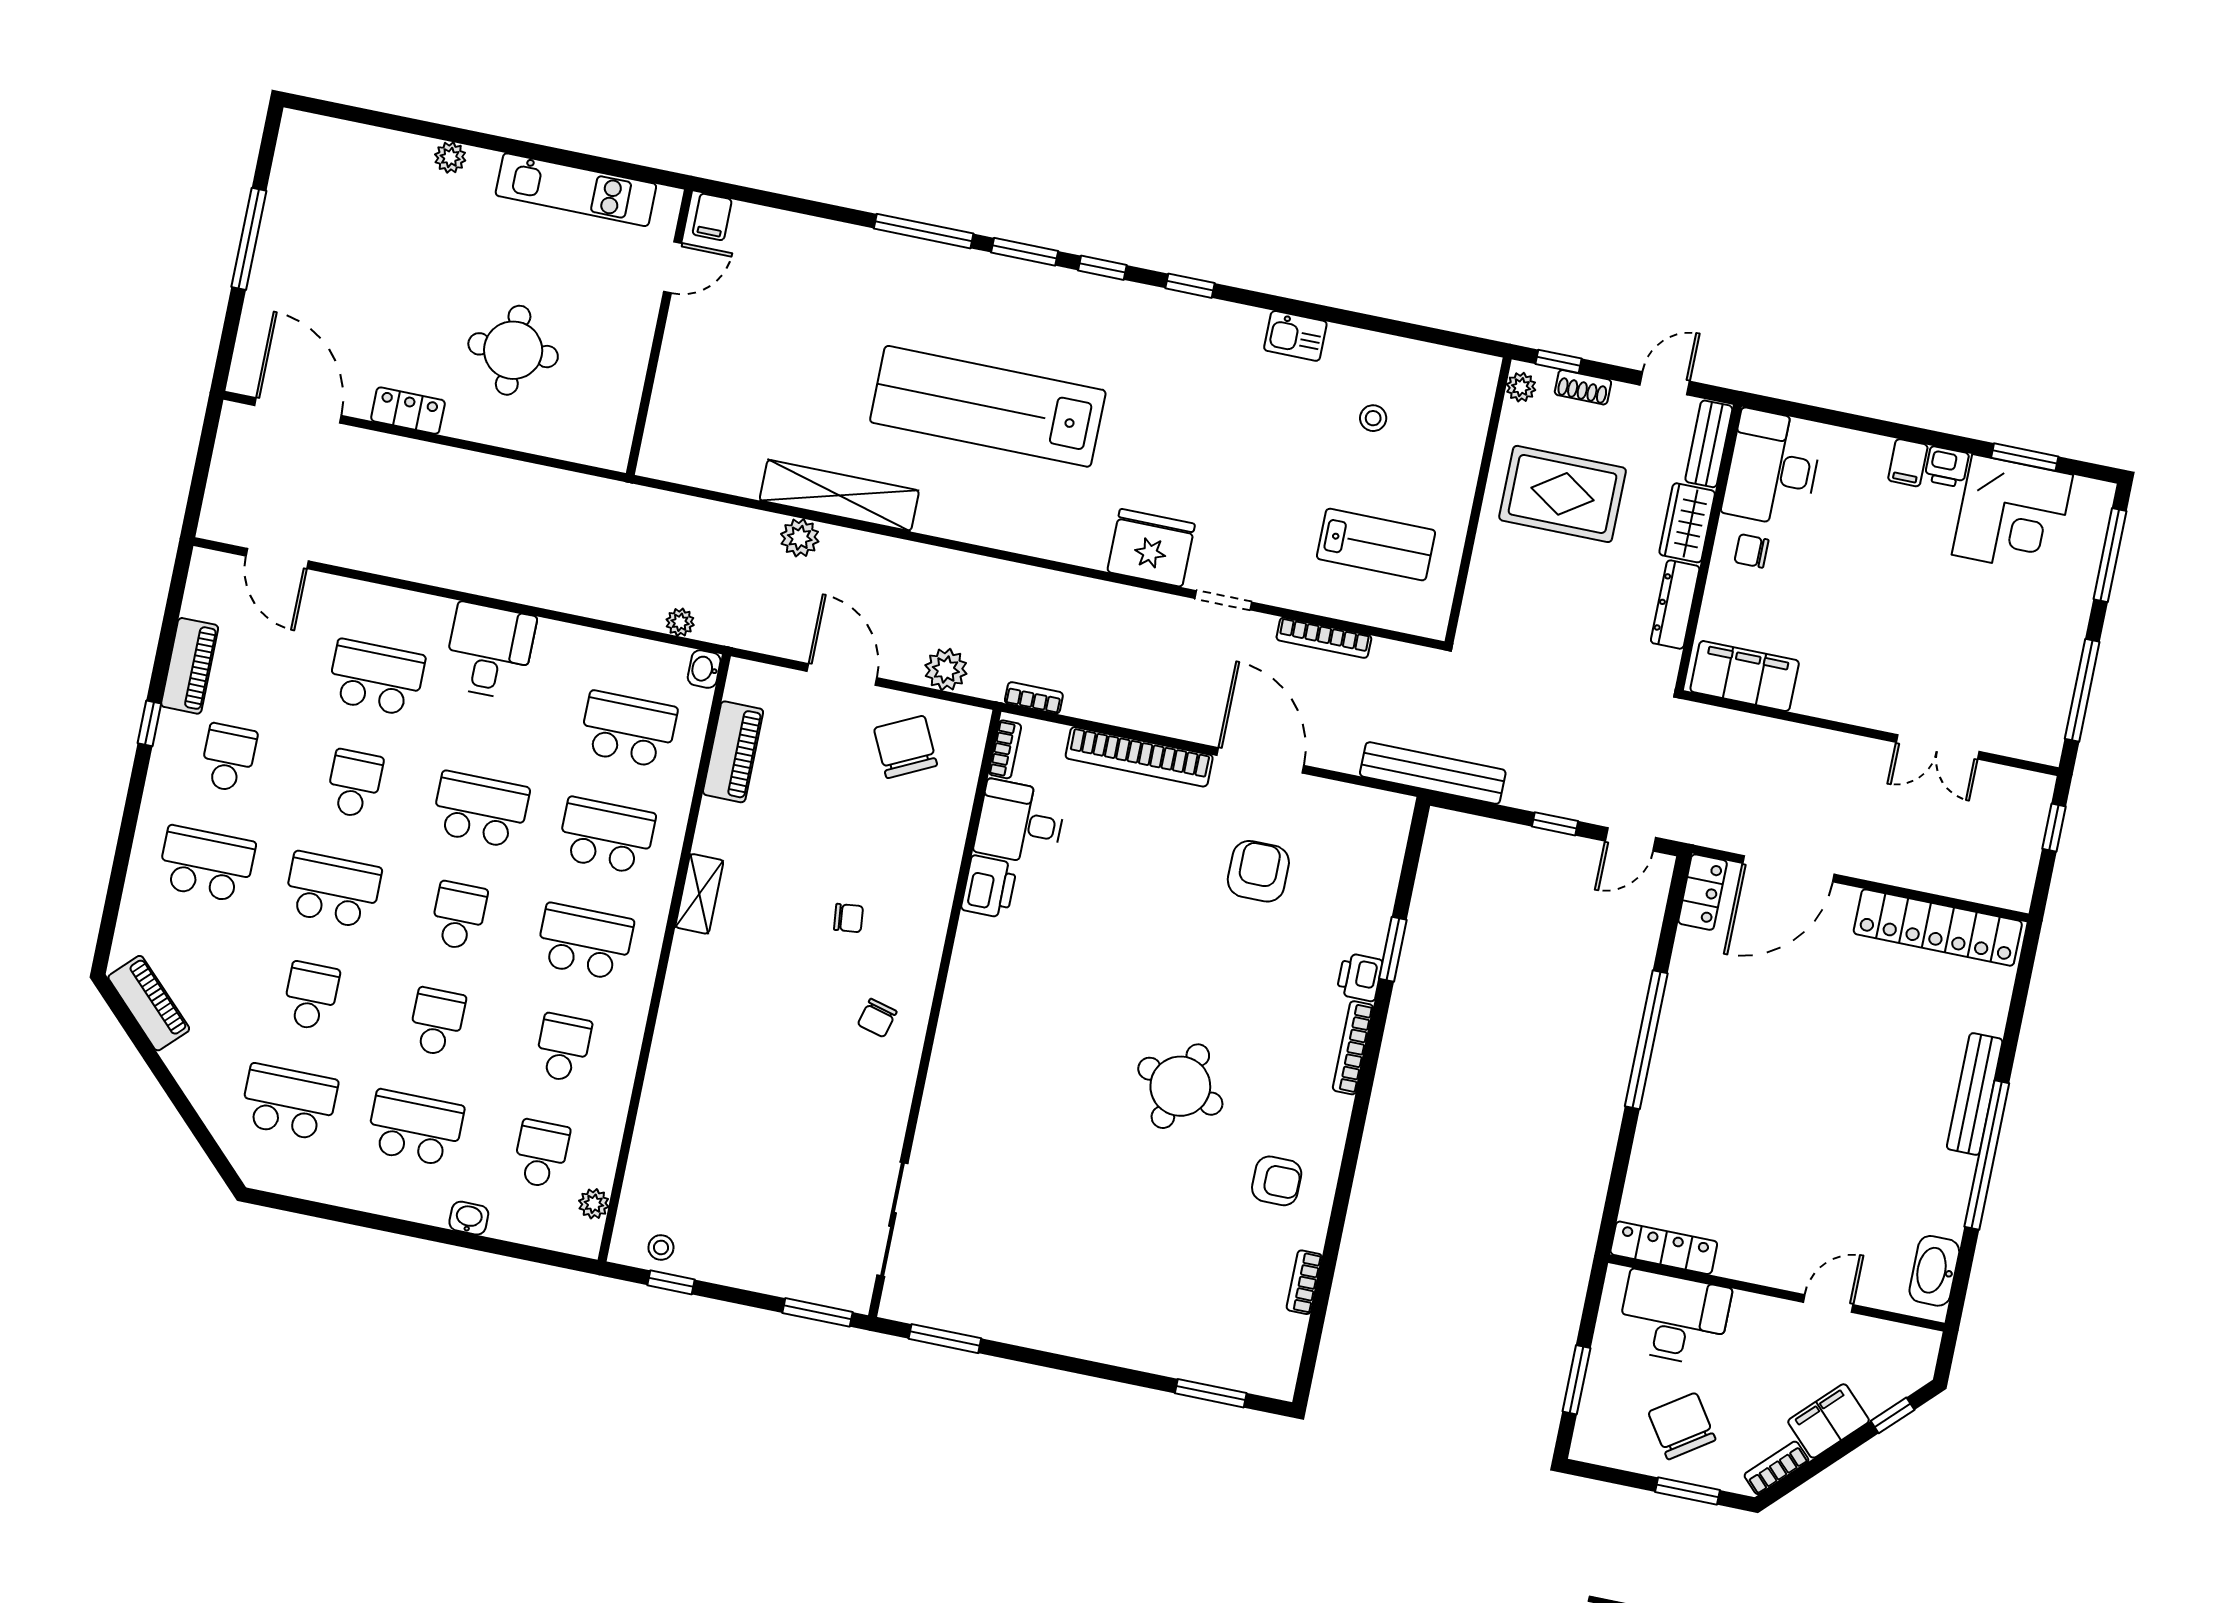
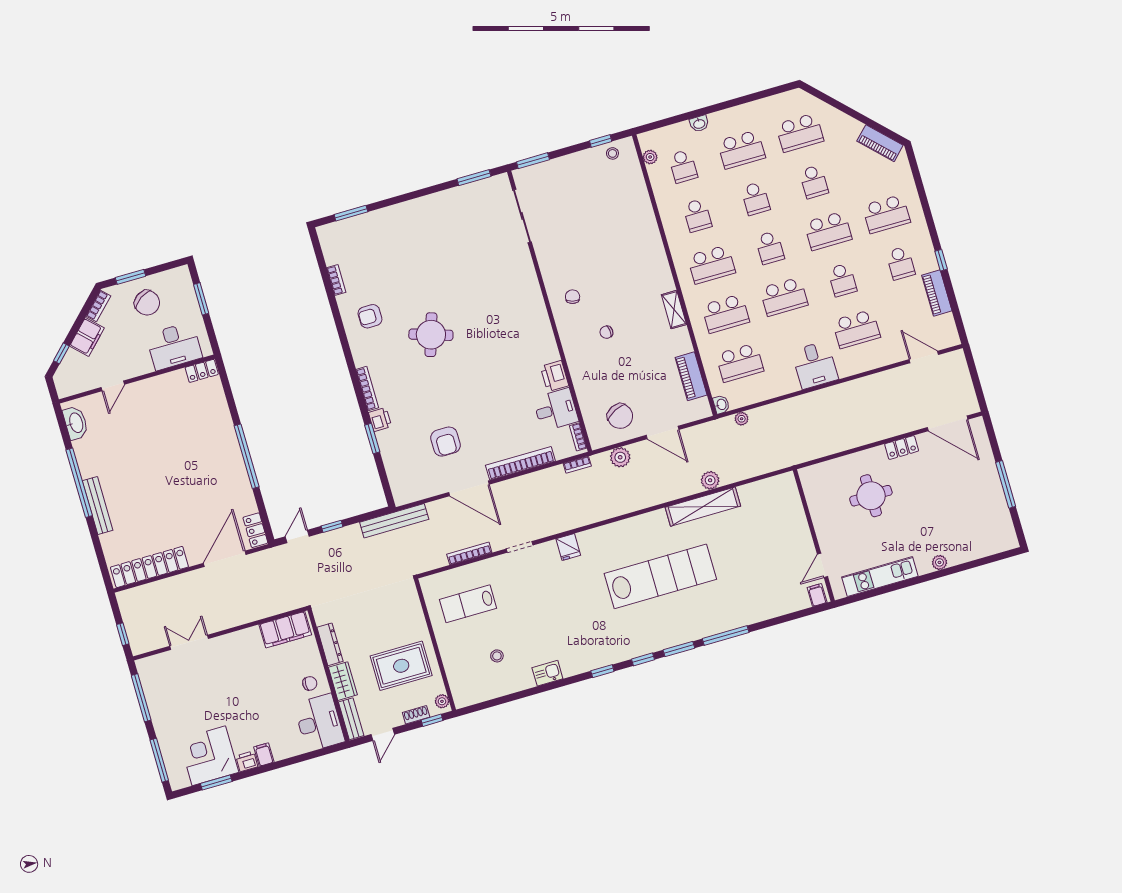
fridge: (1151, 548) -> (568, 547), width x0.53, depth x0.75
locker: (1664, 1248) -> (202, 371), width x0.66

